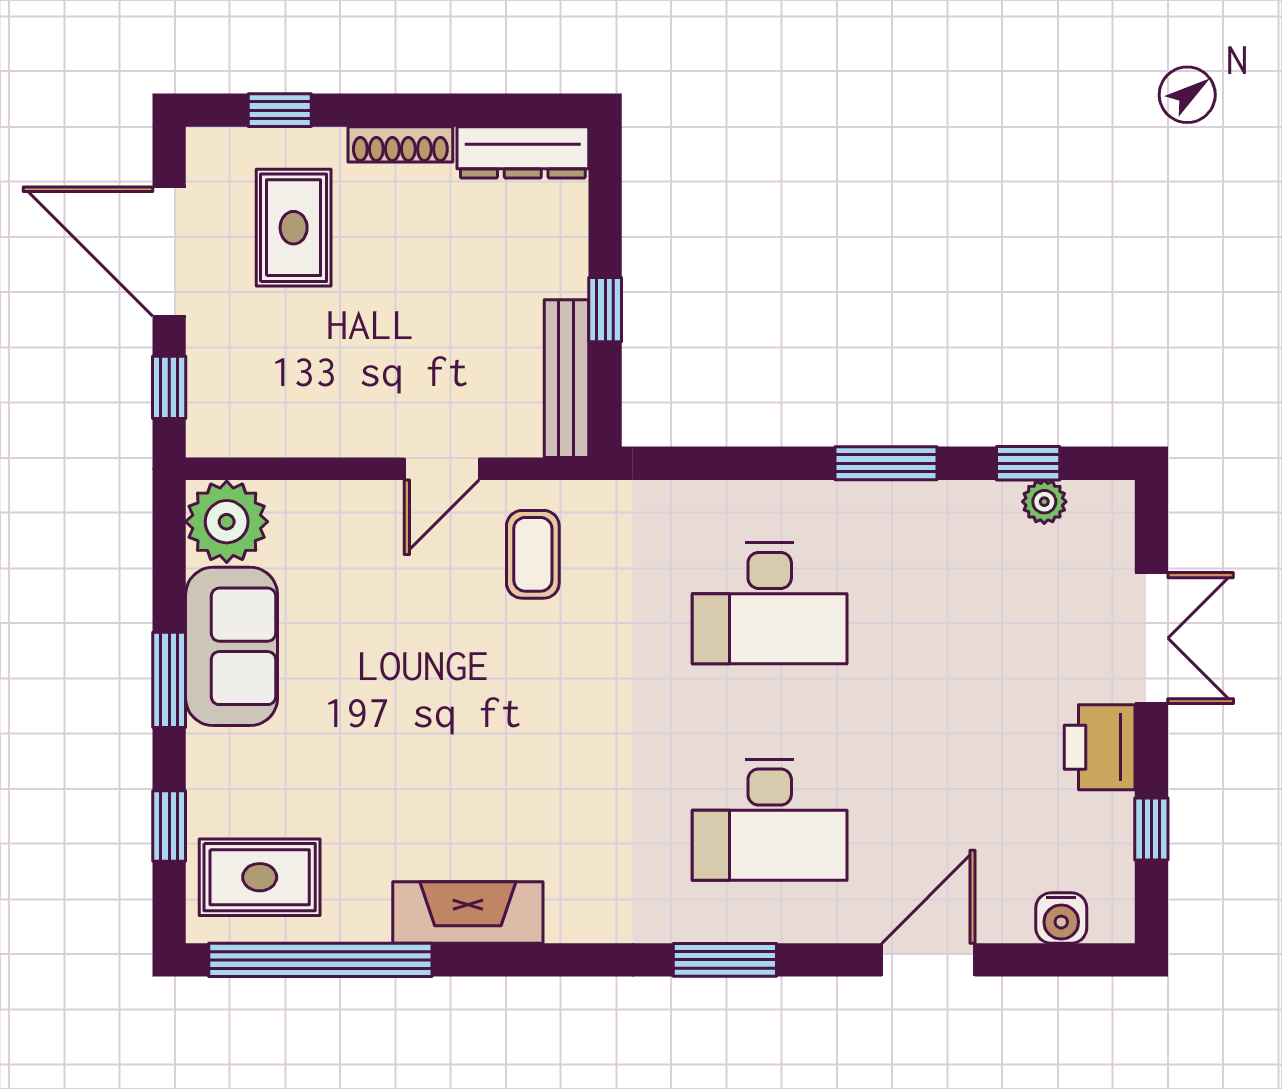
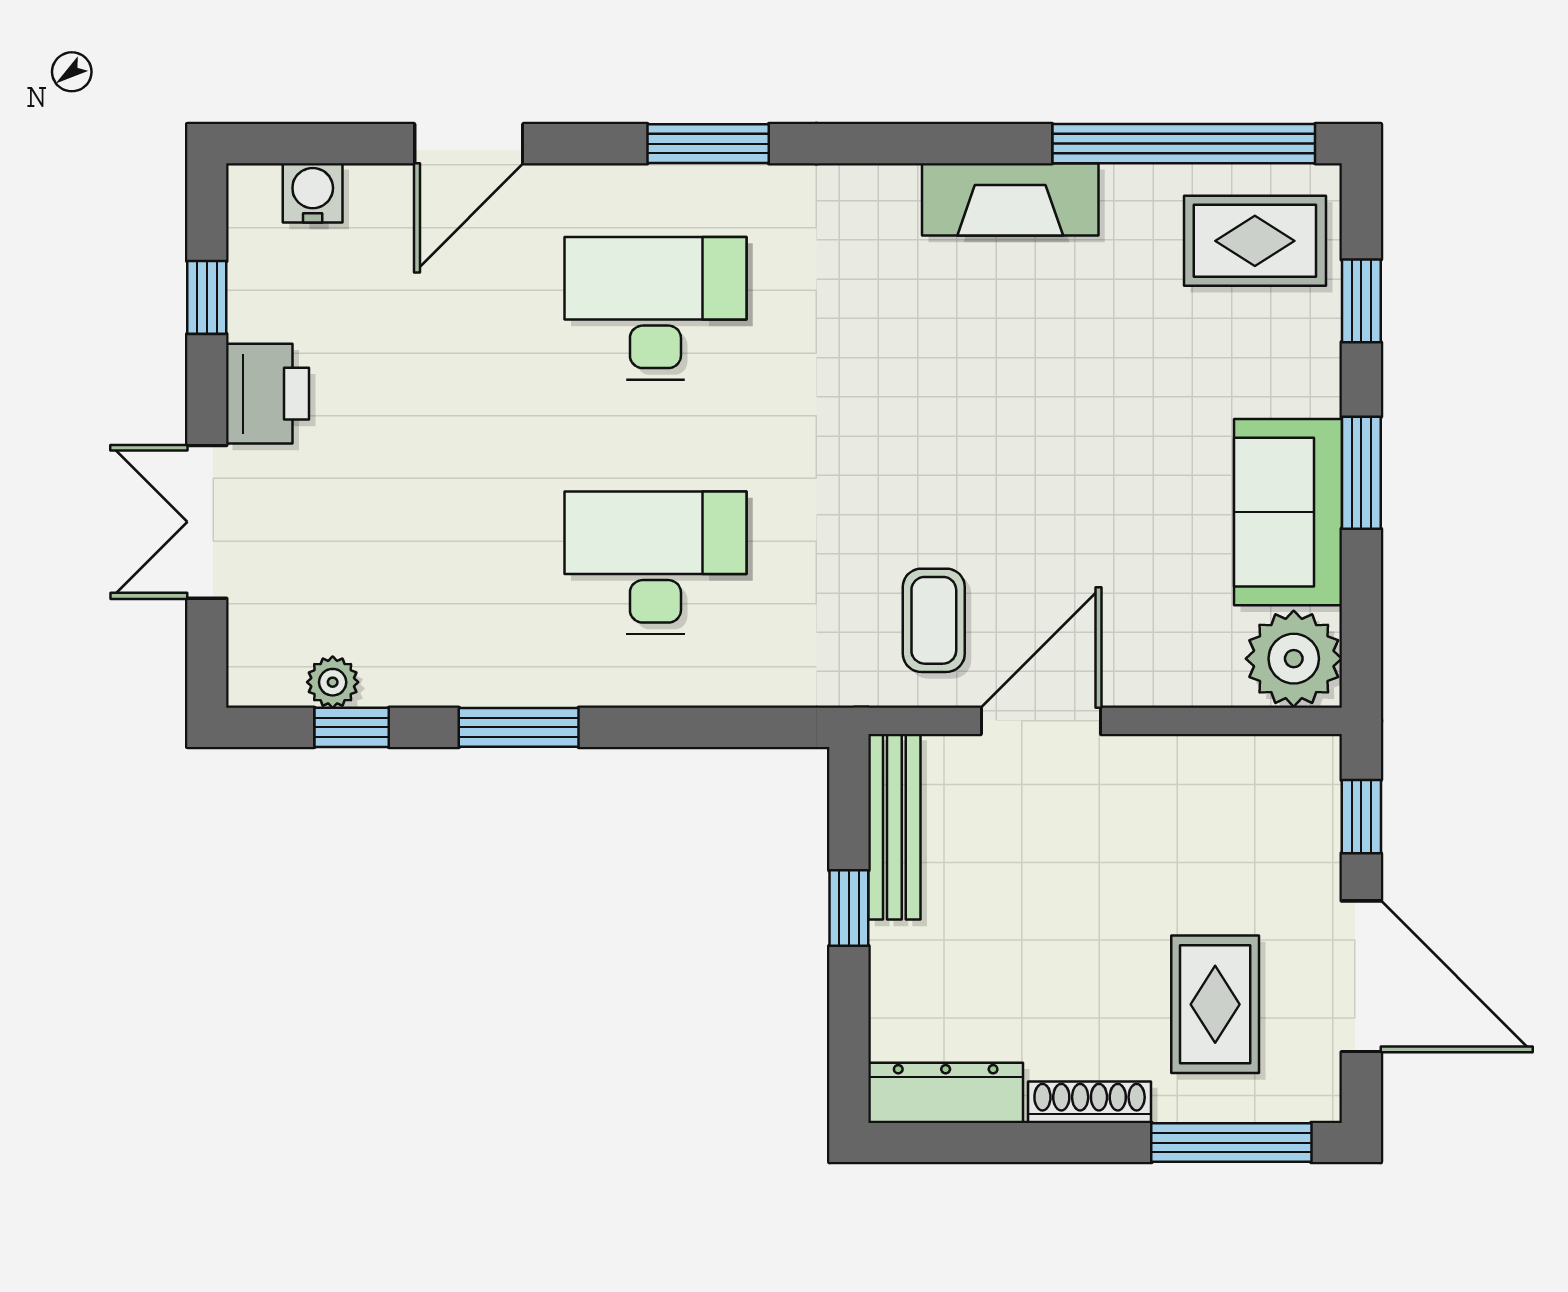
window: (280, 110) -> (1231, 1143), width x2.17
door: (442, 469) -> (1041, 721), width x1.38

